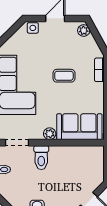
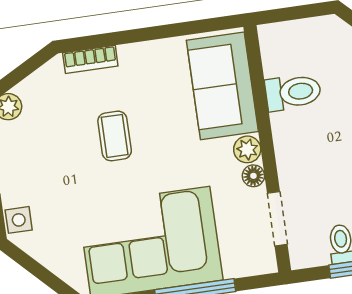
floor lamp: (38, 135) -> (253, 176), added
toilet: (41, 158) -> (293, 92), moved

